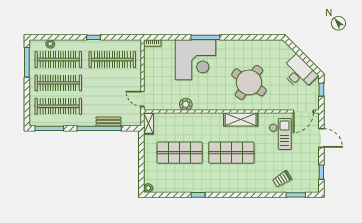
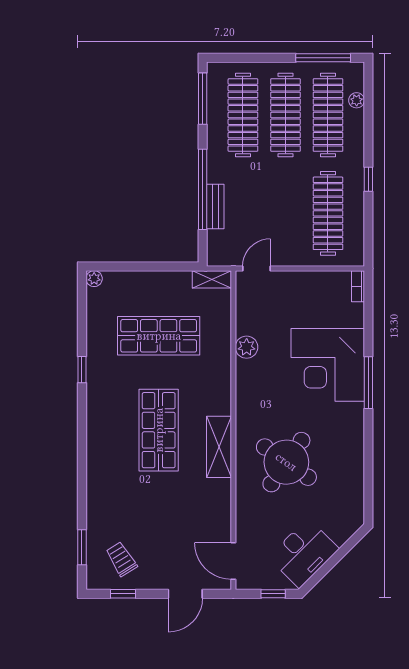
checkout: (280, 134) -> (193, 519), removed
shop shelf: (180, 153) -> (159, 336), turned 90
trolley: (282, 179) -> (121, 559), moved

